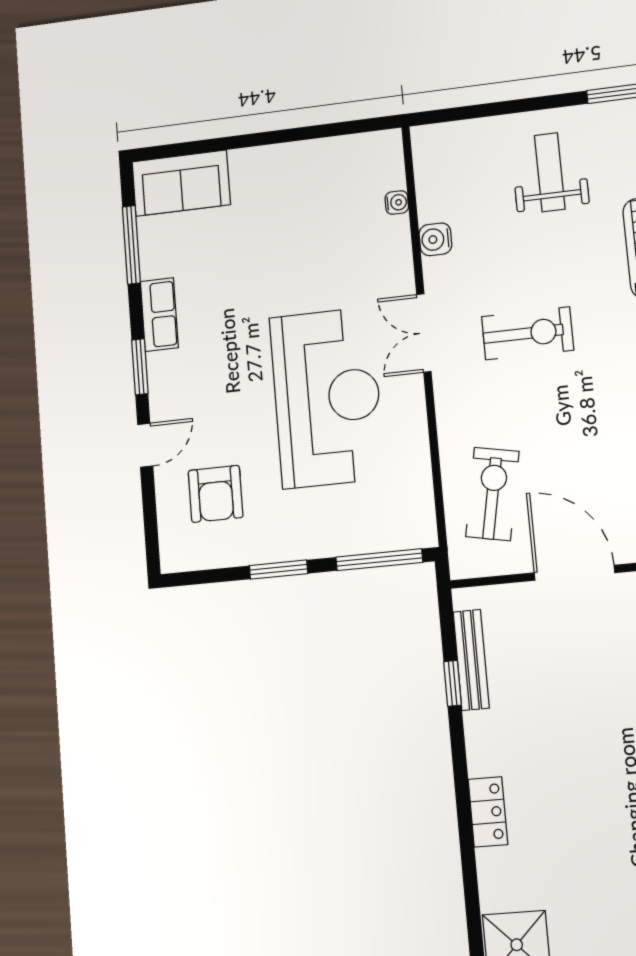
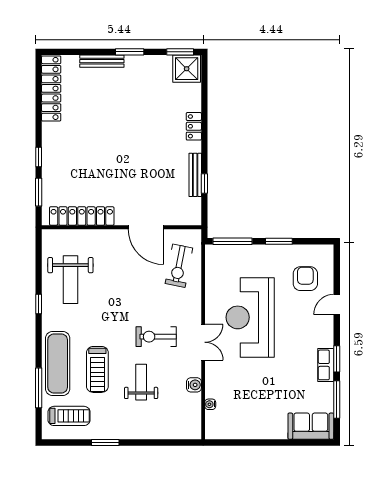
weight bench: (550, 172) -> (141, 382), moved, turned 180
window: (140, 367) -> (337, 359), moved
bench: (471, 660) -> (195, 175), moved

